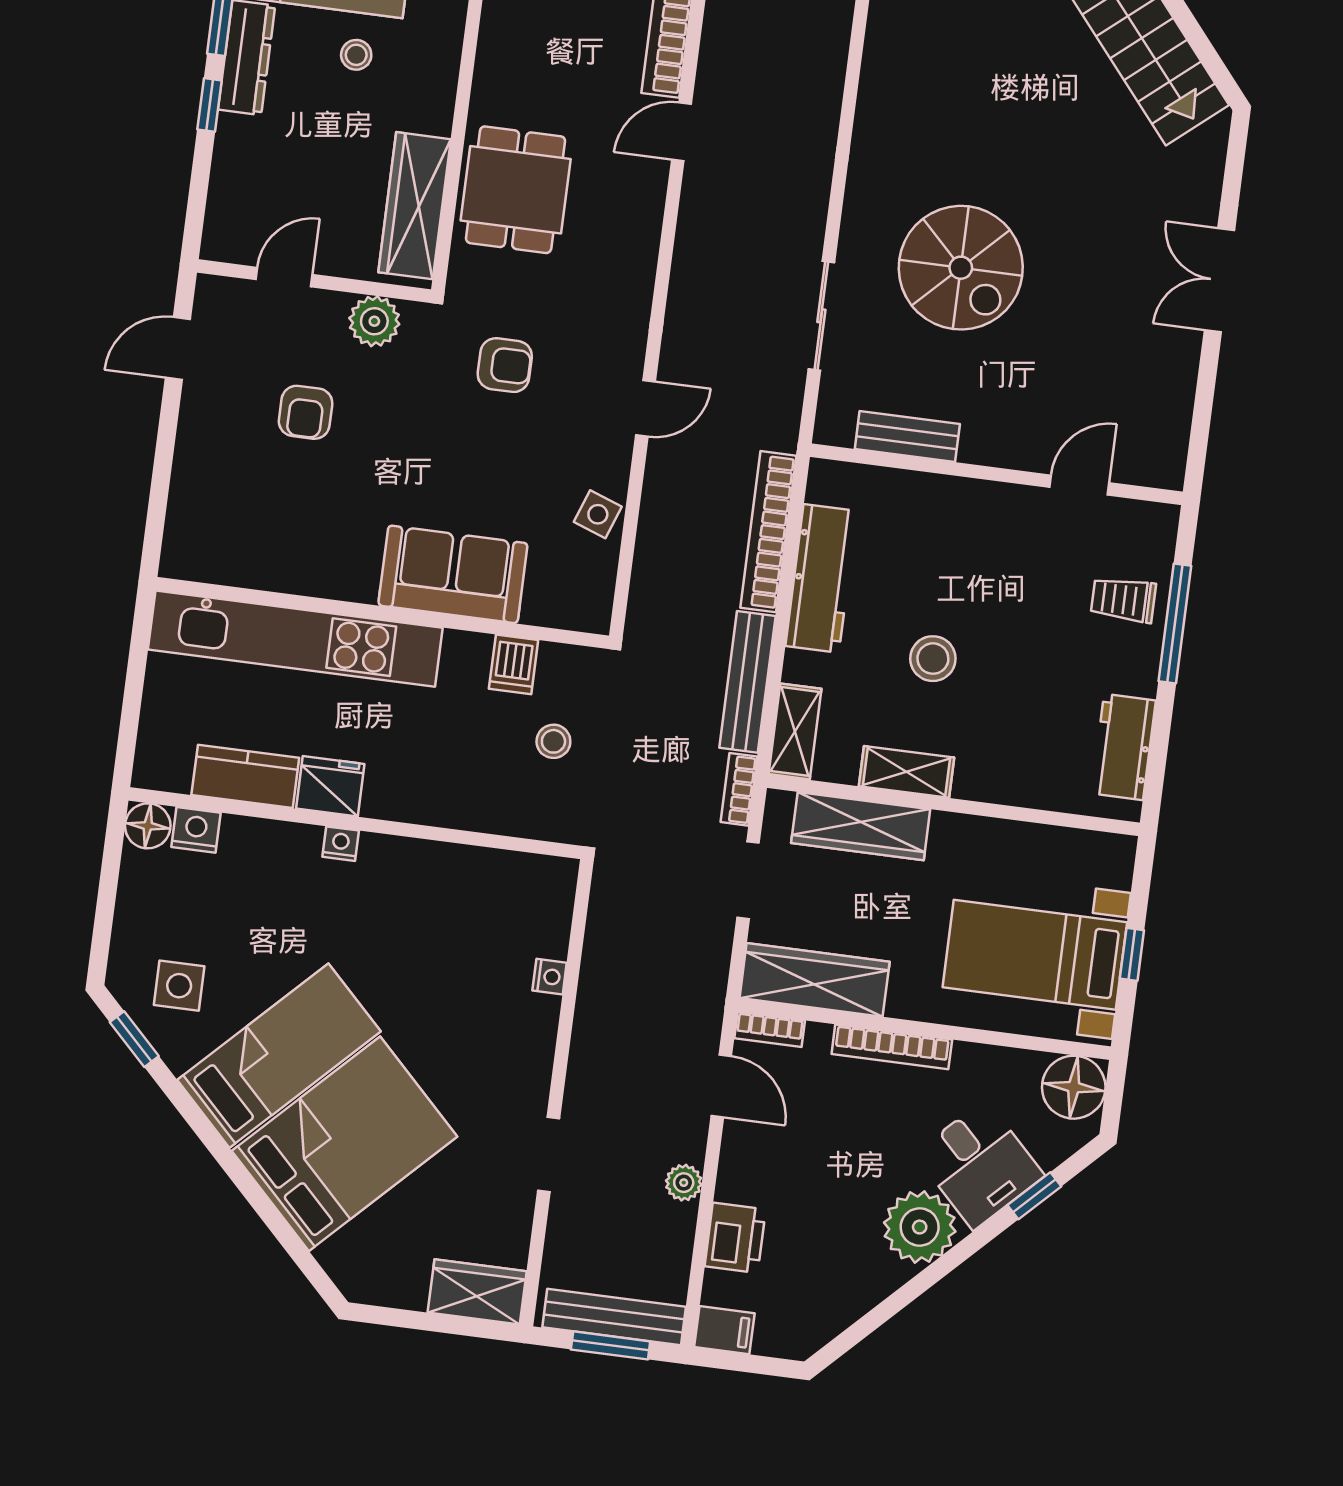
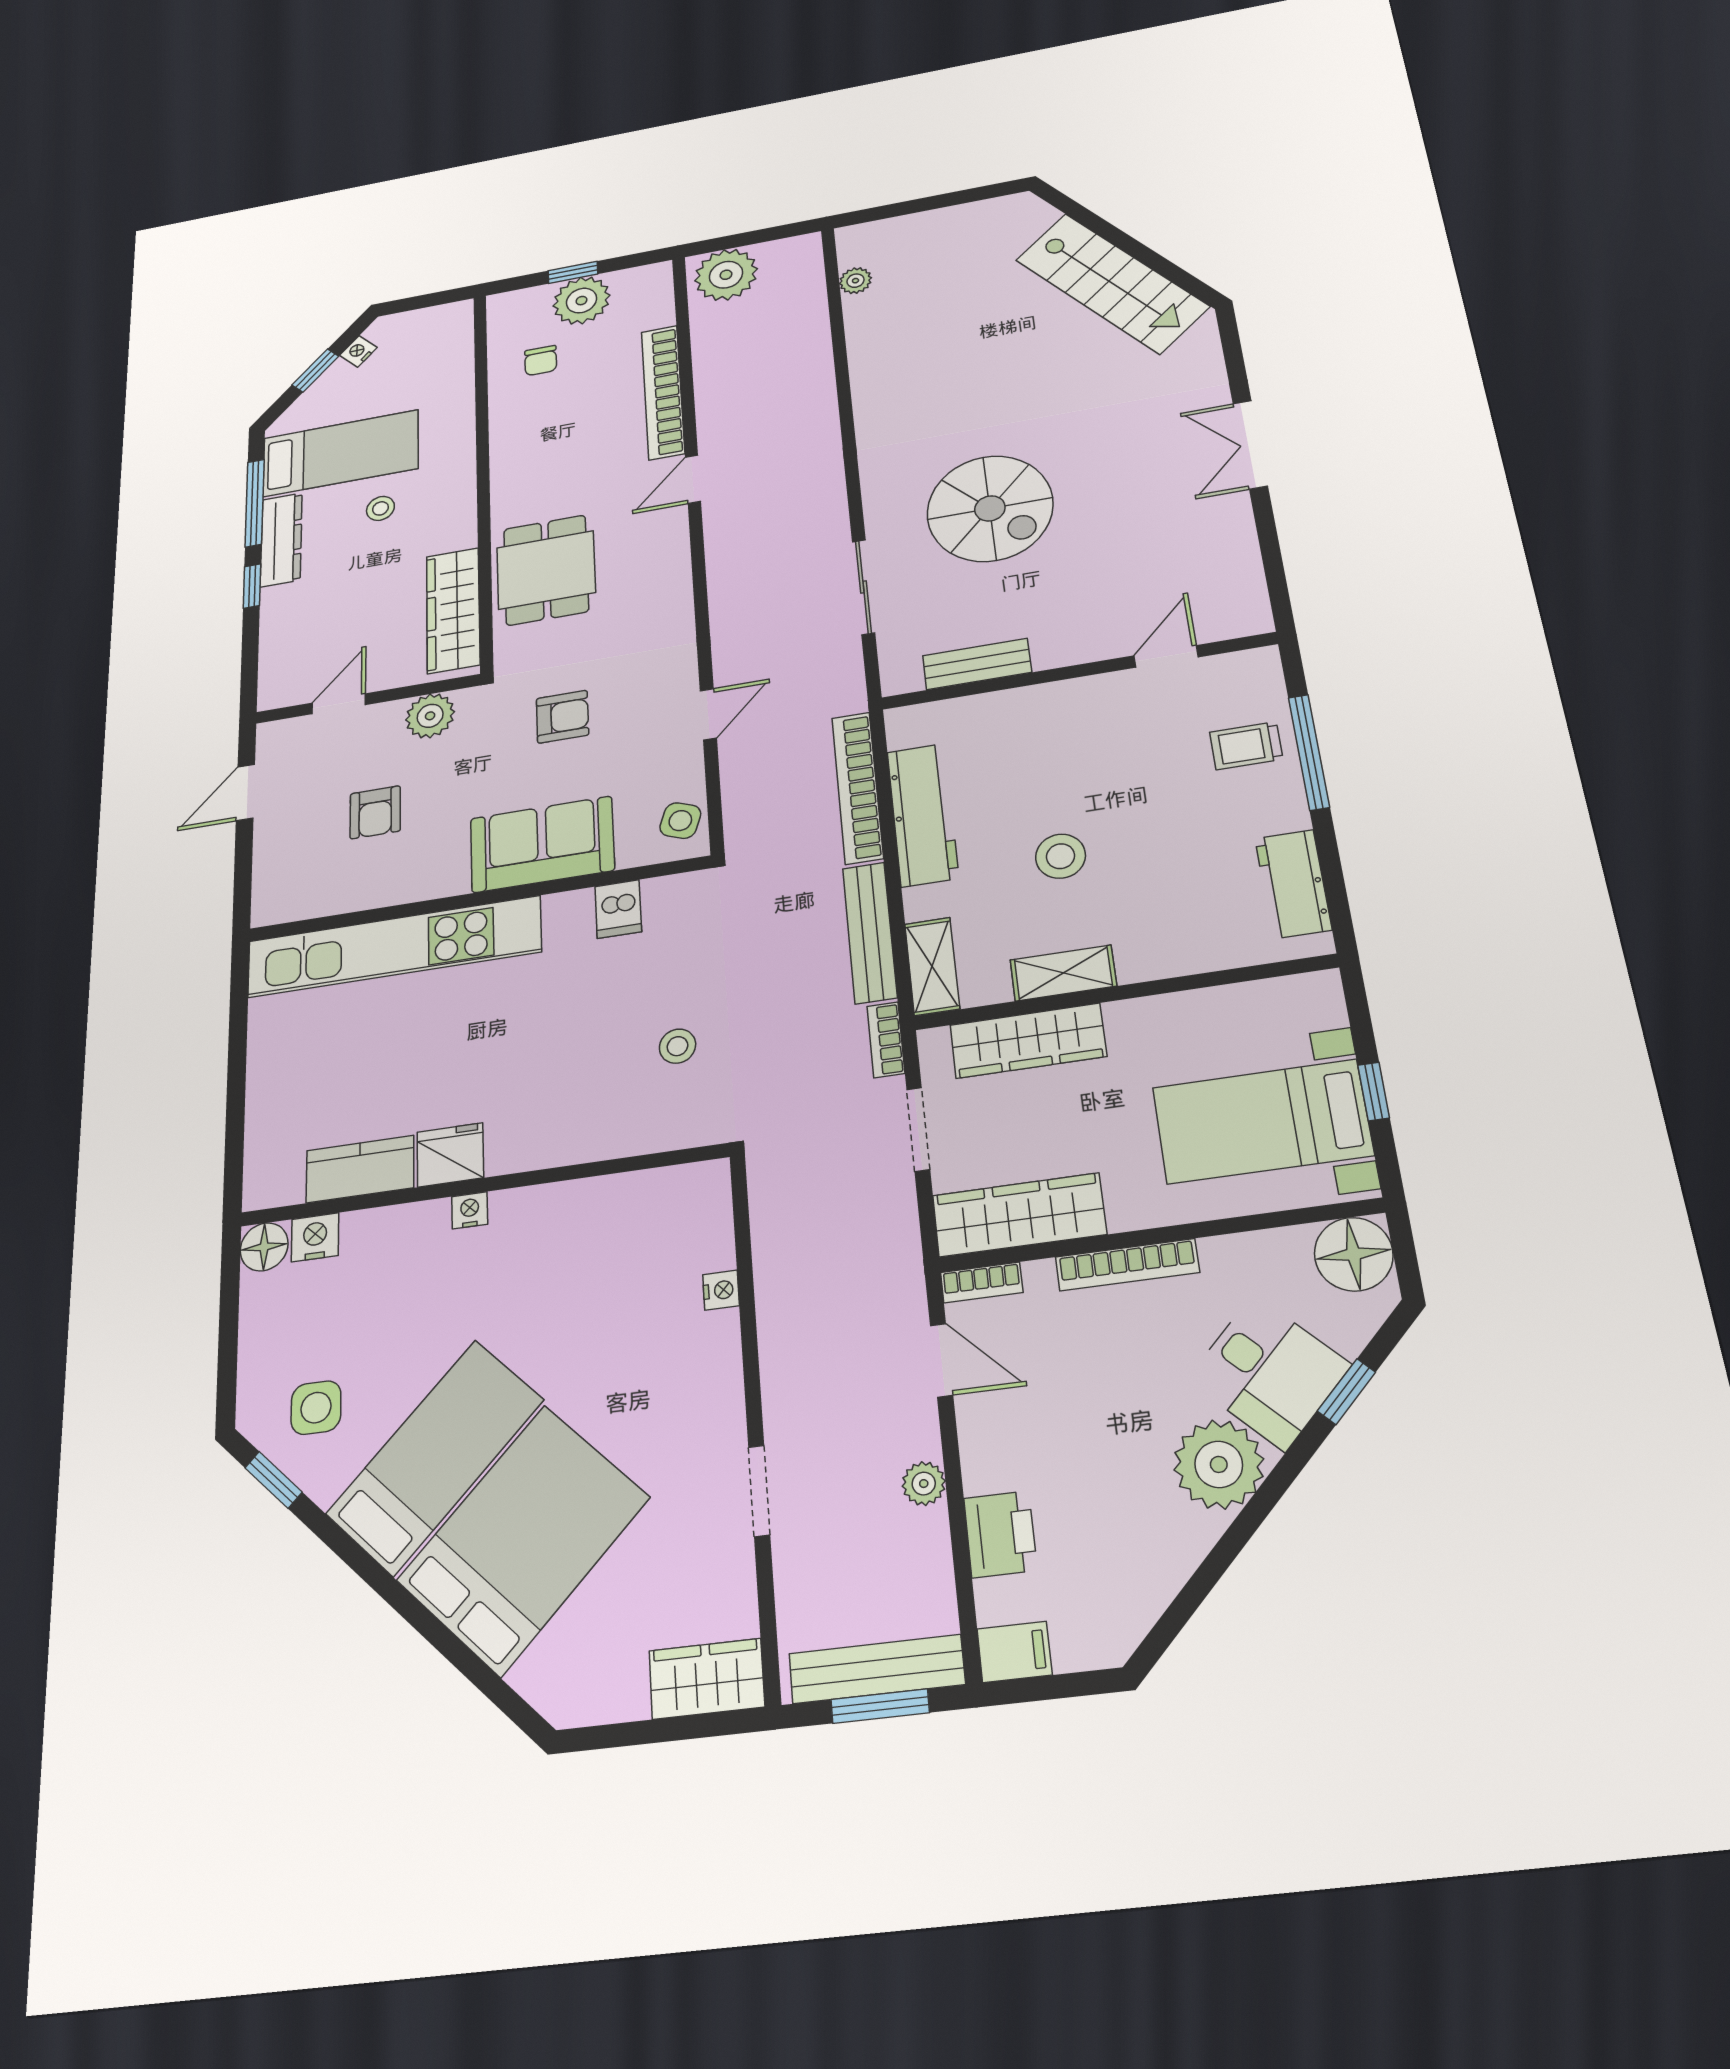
sofa: (453, 574) -> (542, 844), moved
wall: (382, 613) -> (477, 899), moved
kitchen unit: (295, 639) -> (394, 947), moved
dishwasher: (514, 664) -> (618, 909), moved

